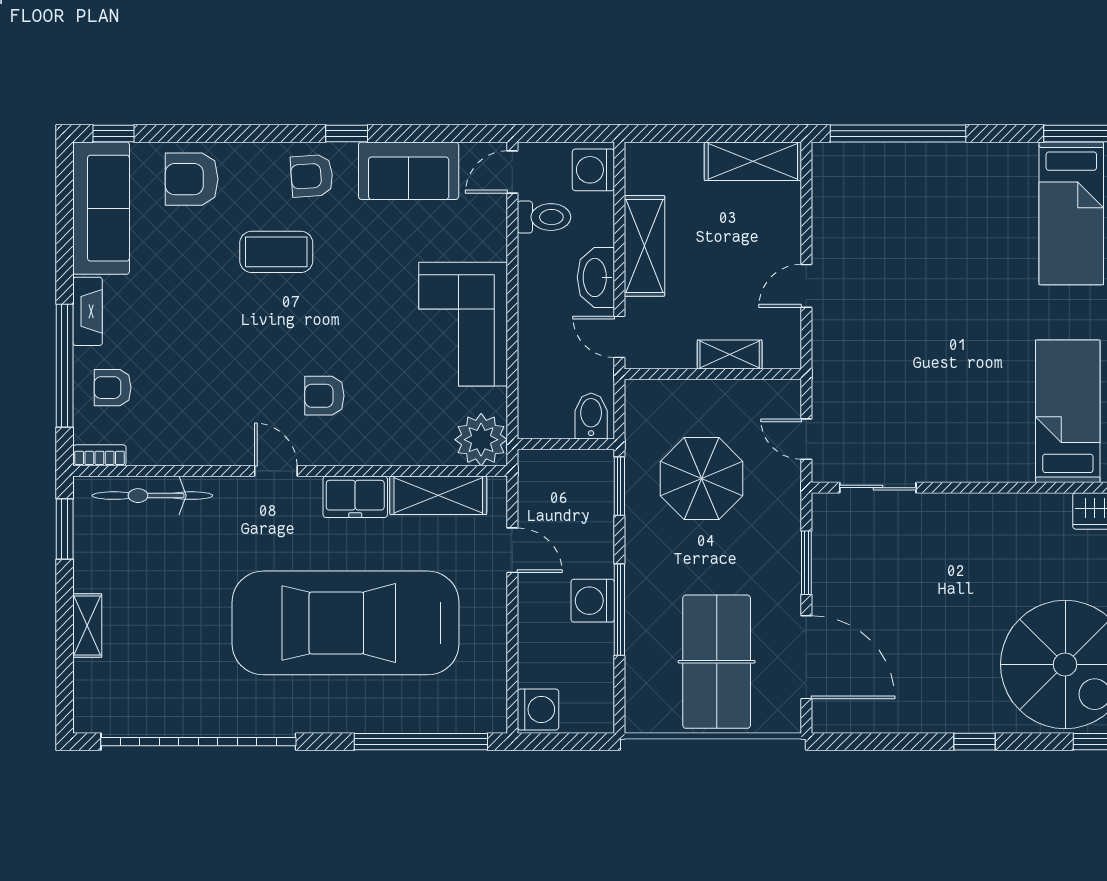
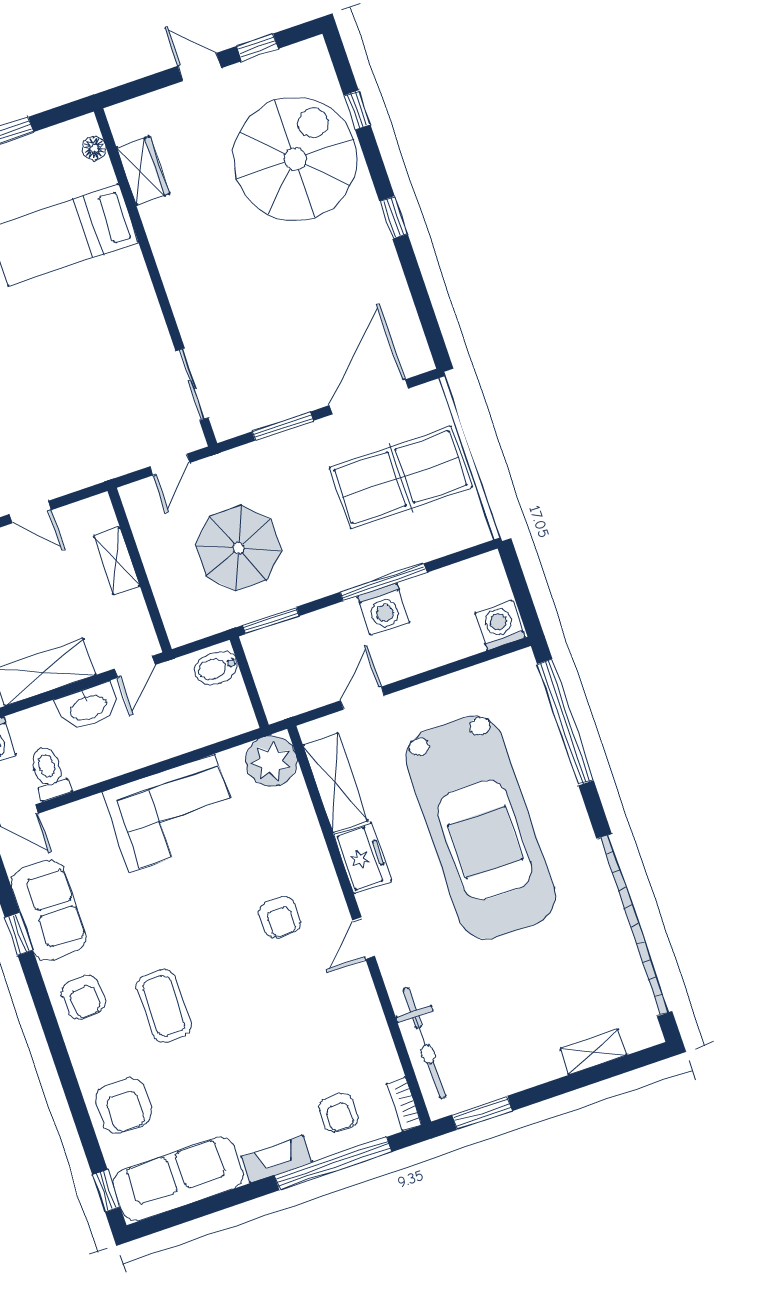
window: (347, 133) -> (19, 934), moved
shelving: (87, 626) -> (594, 1052), moved

